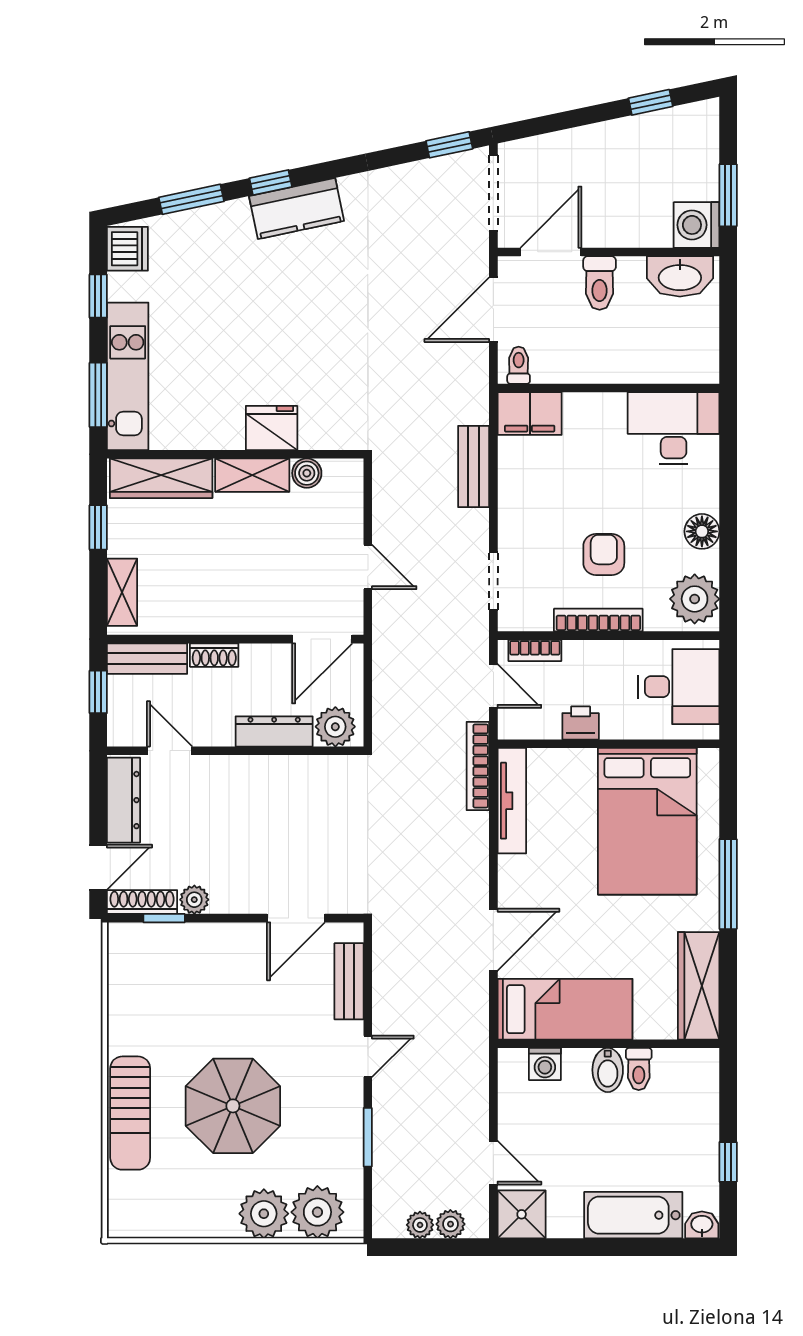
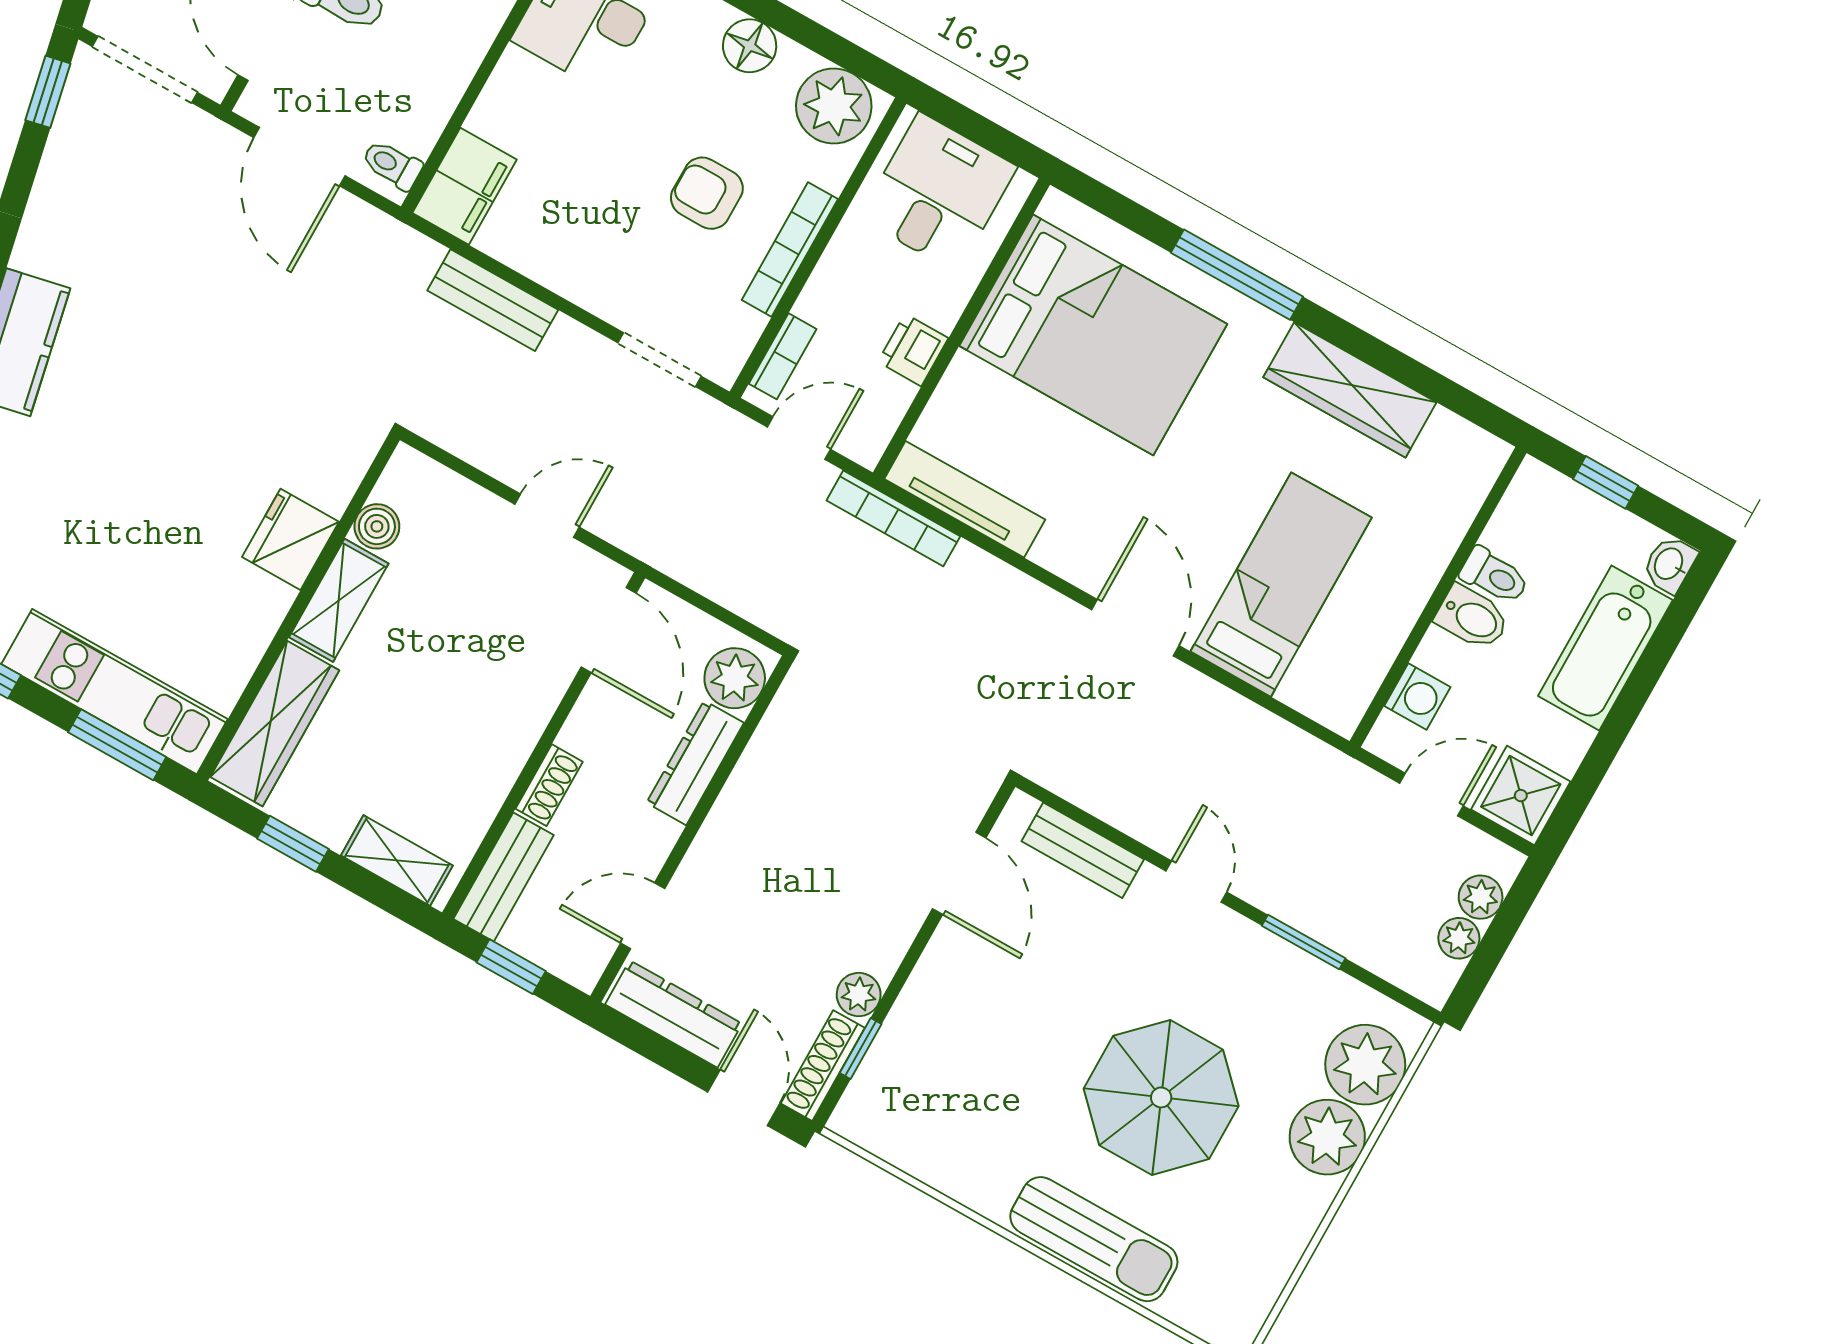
wall: (608, 1044) -> (1438, 597), moved
washing machine: (545, 1064) -> (1417, 697), moved
toilet: (639, 1069) -> (1494, 576), moved
bidet: (608, 1070) -> (1472, 618), moved

